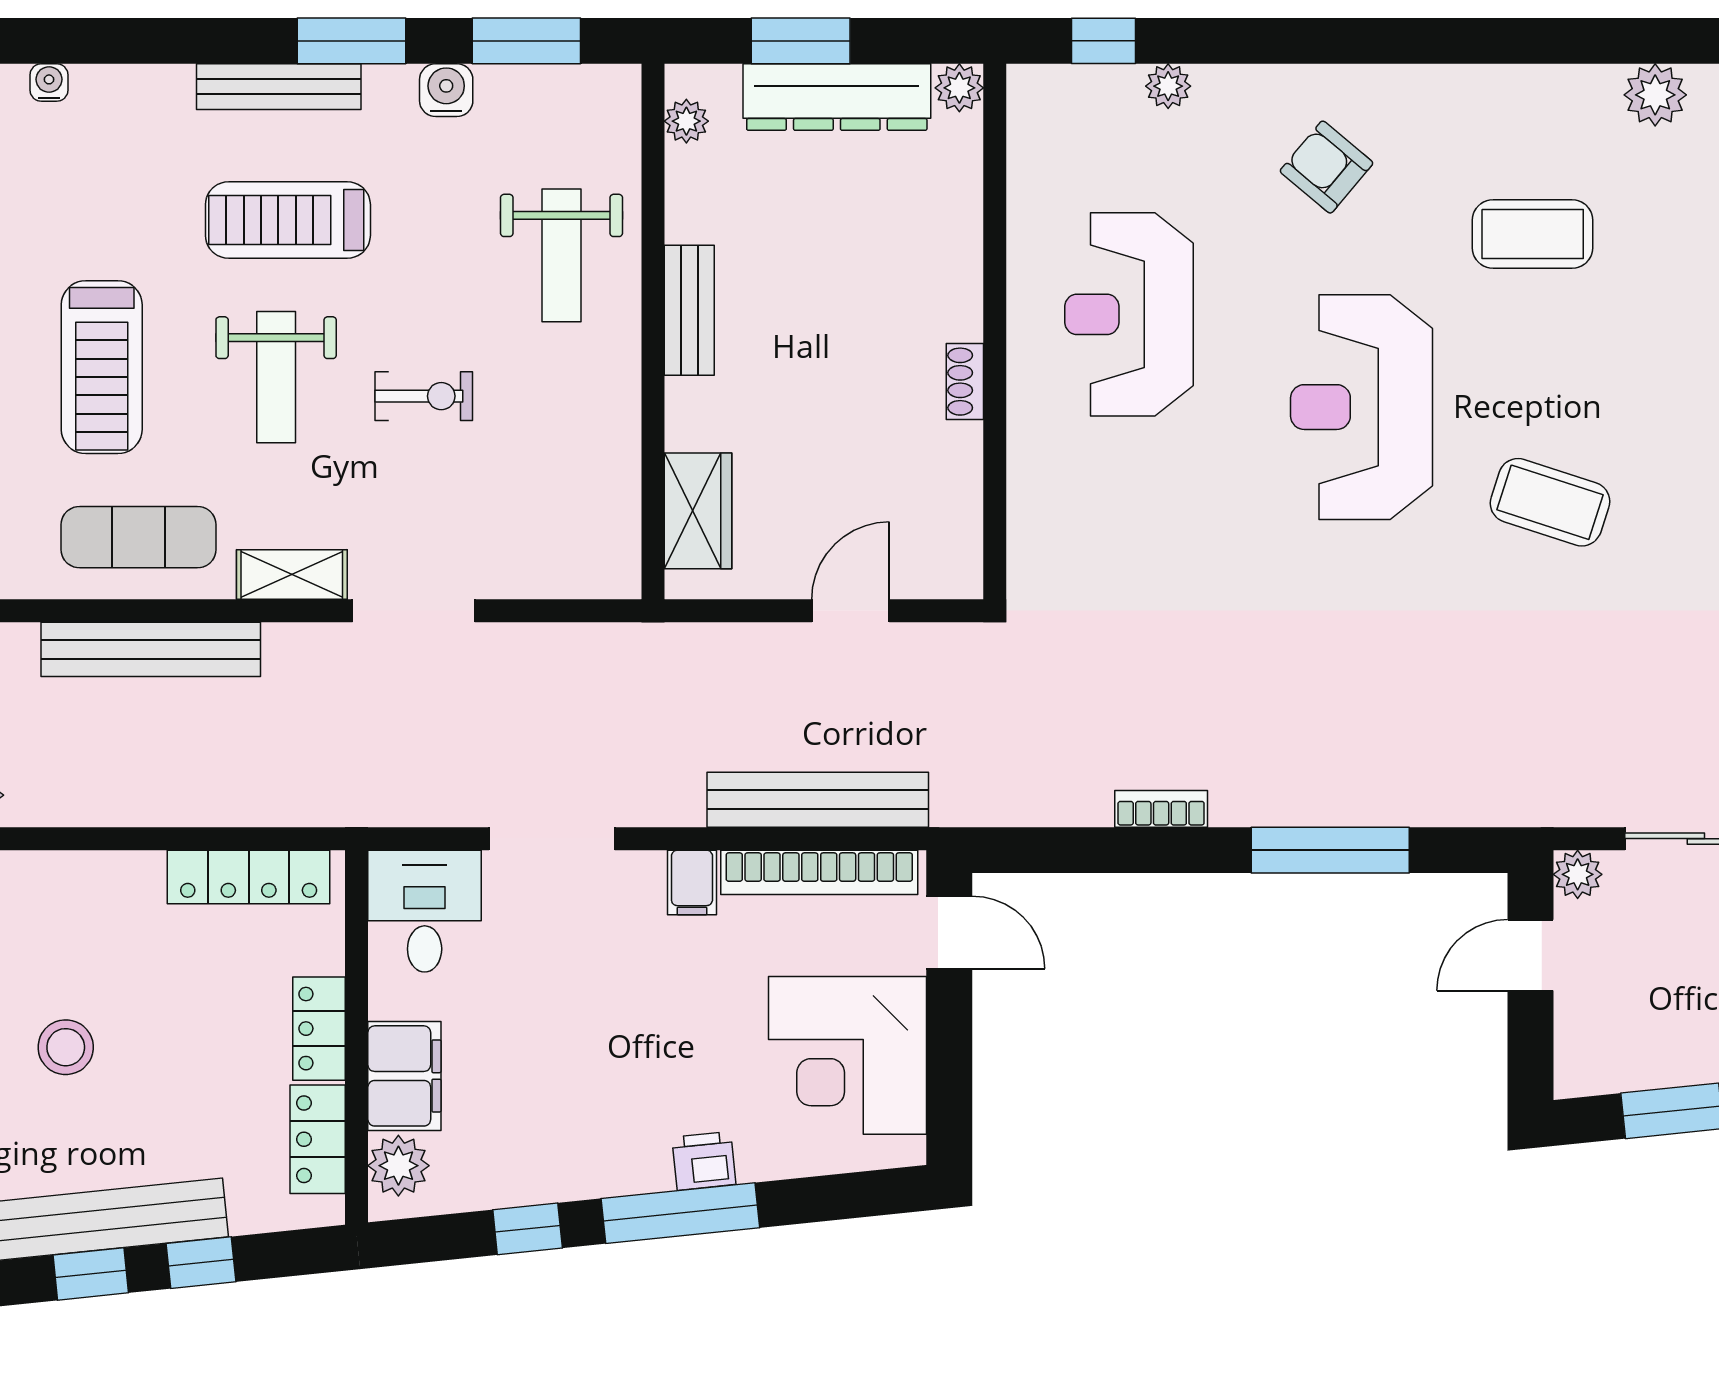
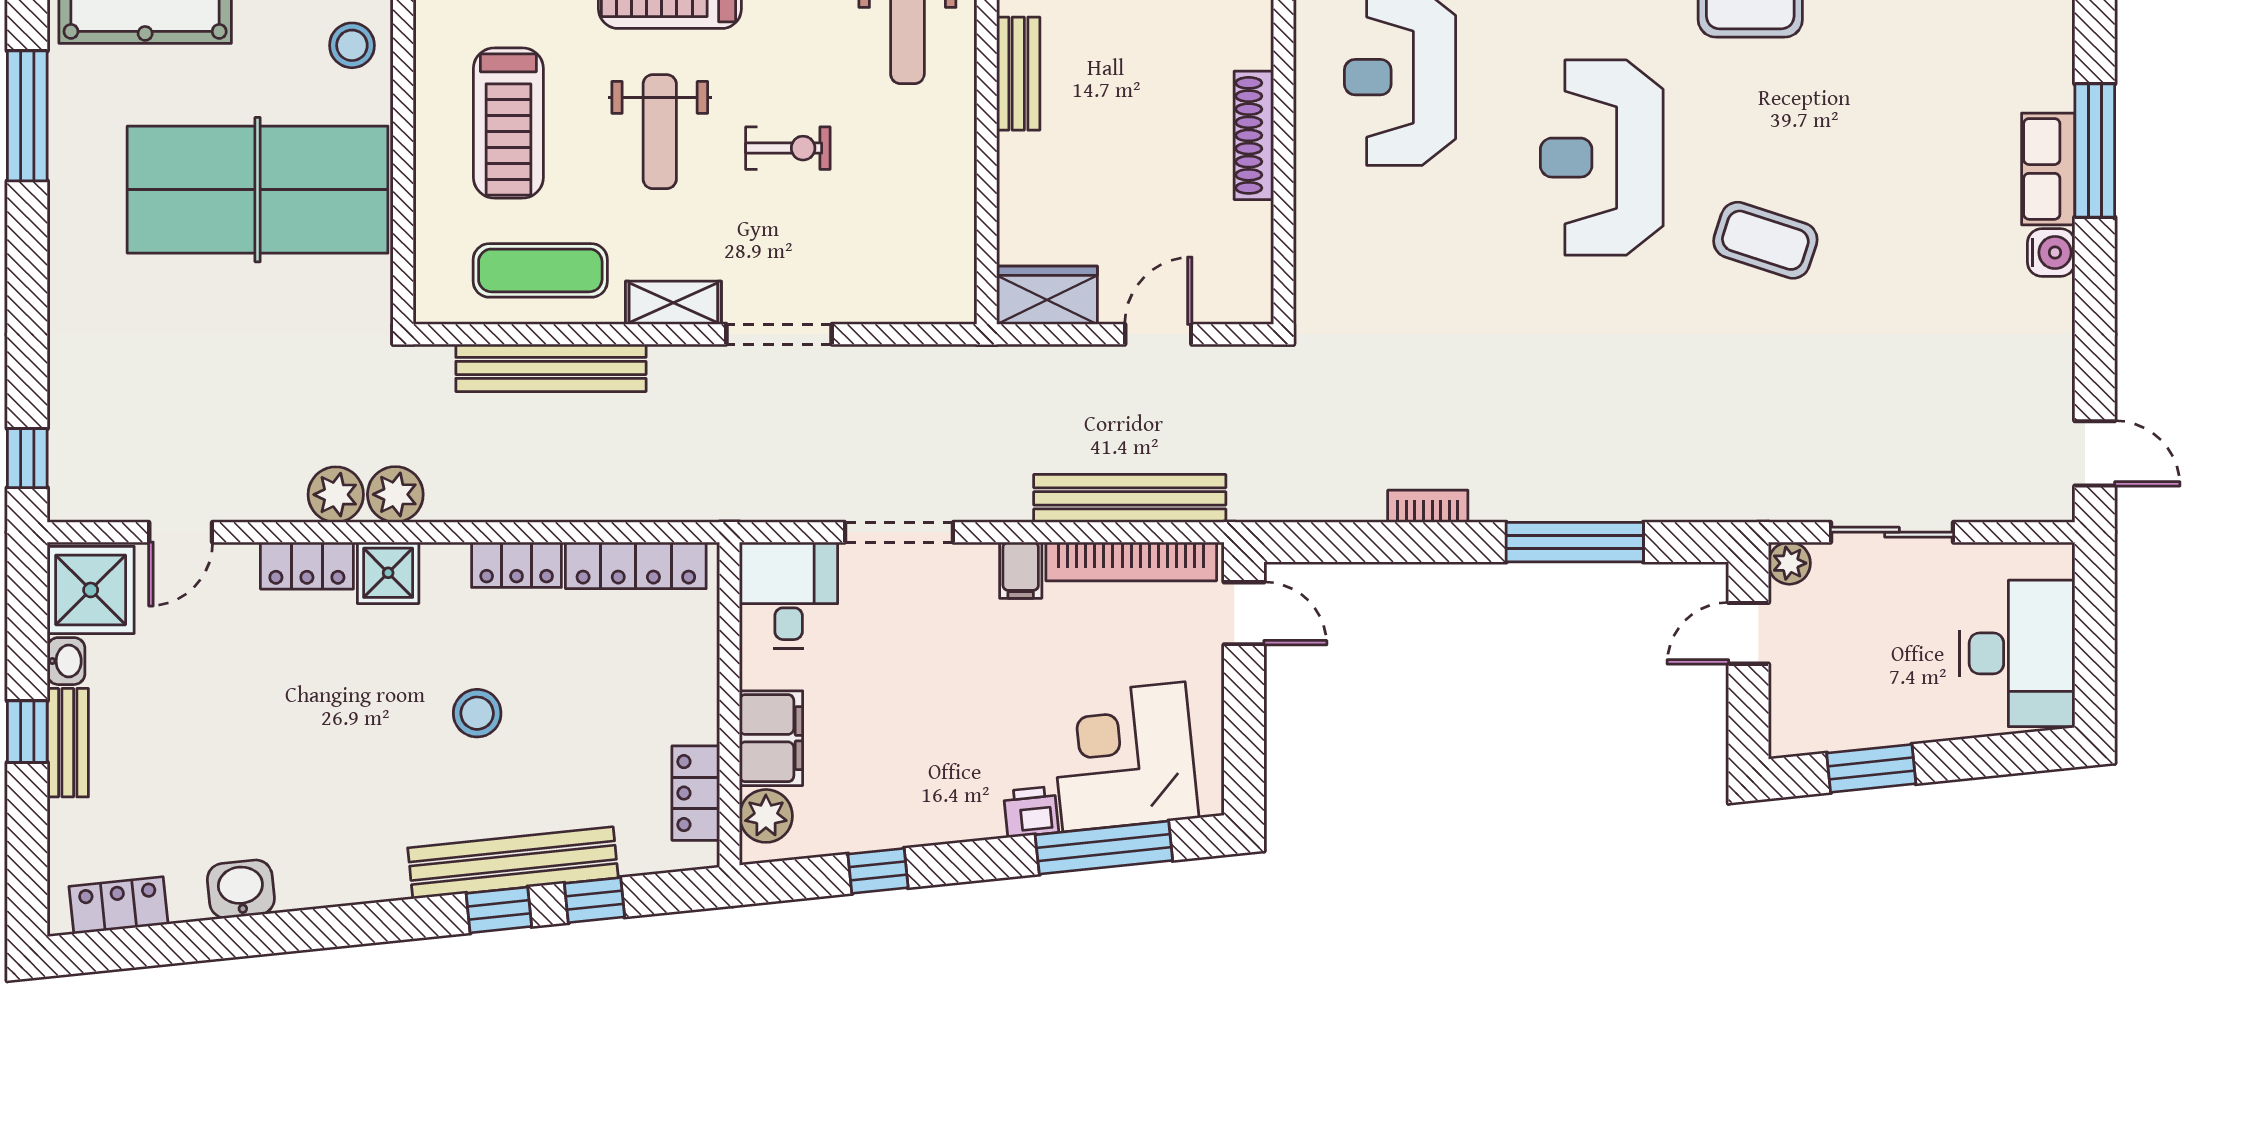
shoe rack: (965, 382) -> (1254, 135), width x1.94, depth x1.24
wardrobe: (698, 511) -> (1047, 295), moved, turned -90
locker: (319, 1029) -> (517, 565), moved, turned -90
corner desk: (848, 1055) -> (1124, 757), moved, turned 84
window: (680, 1213) -> (1104, 848), moved

